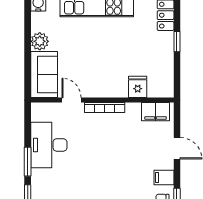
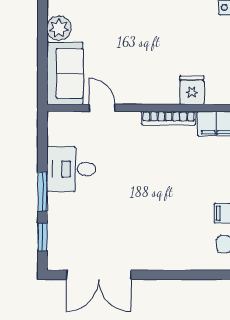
bookcase: (105, 107) -> (169, 118), moved
desk: (49, 145) -> (71, 169), width x0.73

